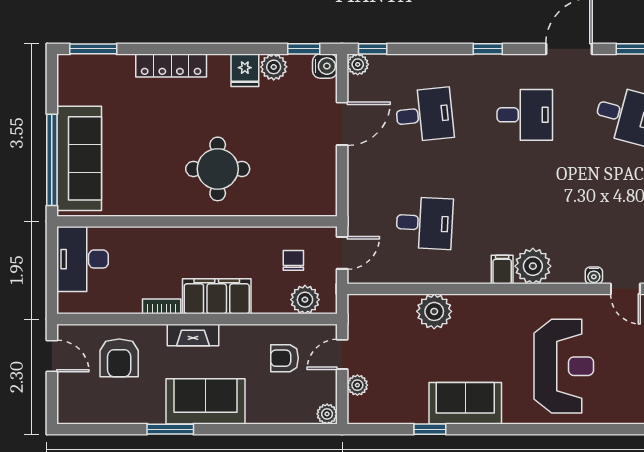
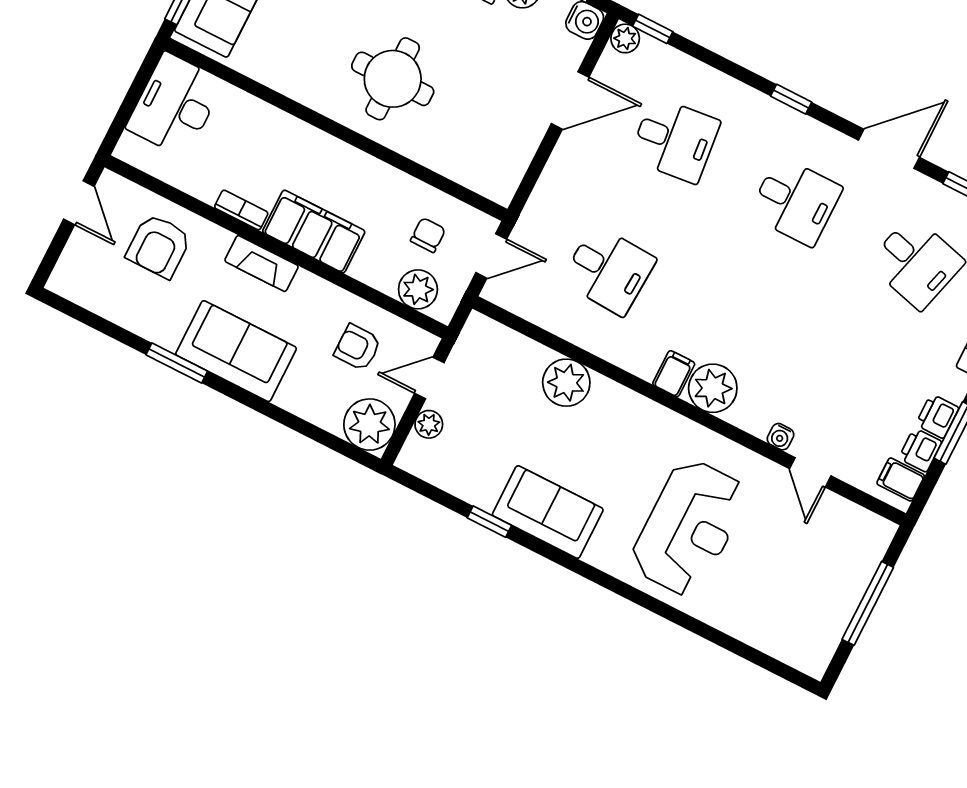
plant: (327, 414) -> (369, 425), width x1.88, depth x1.88

